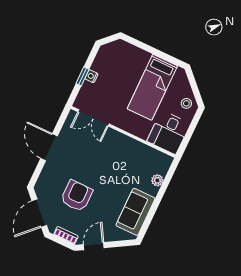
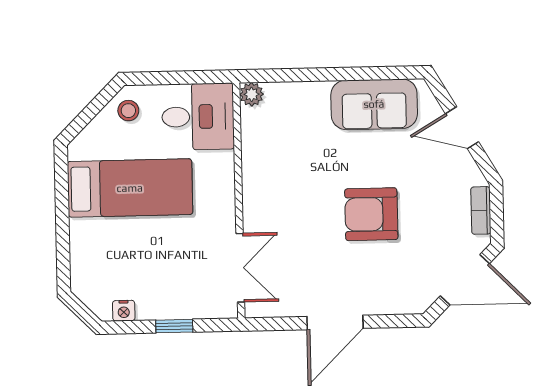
nightstand: (92, 76) -> (124, 311), moved
plant: (157, 180) -> (252, 94), moved
armchair: (77, 196) -> (371, 214), moved
door: (94, 246) -> (462, 128), moved

